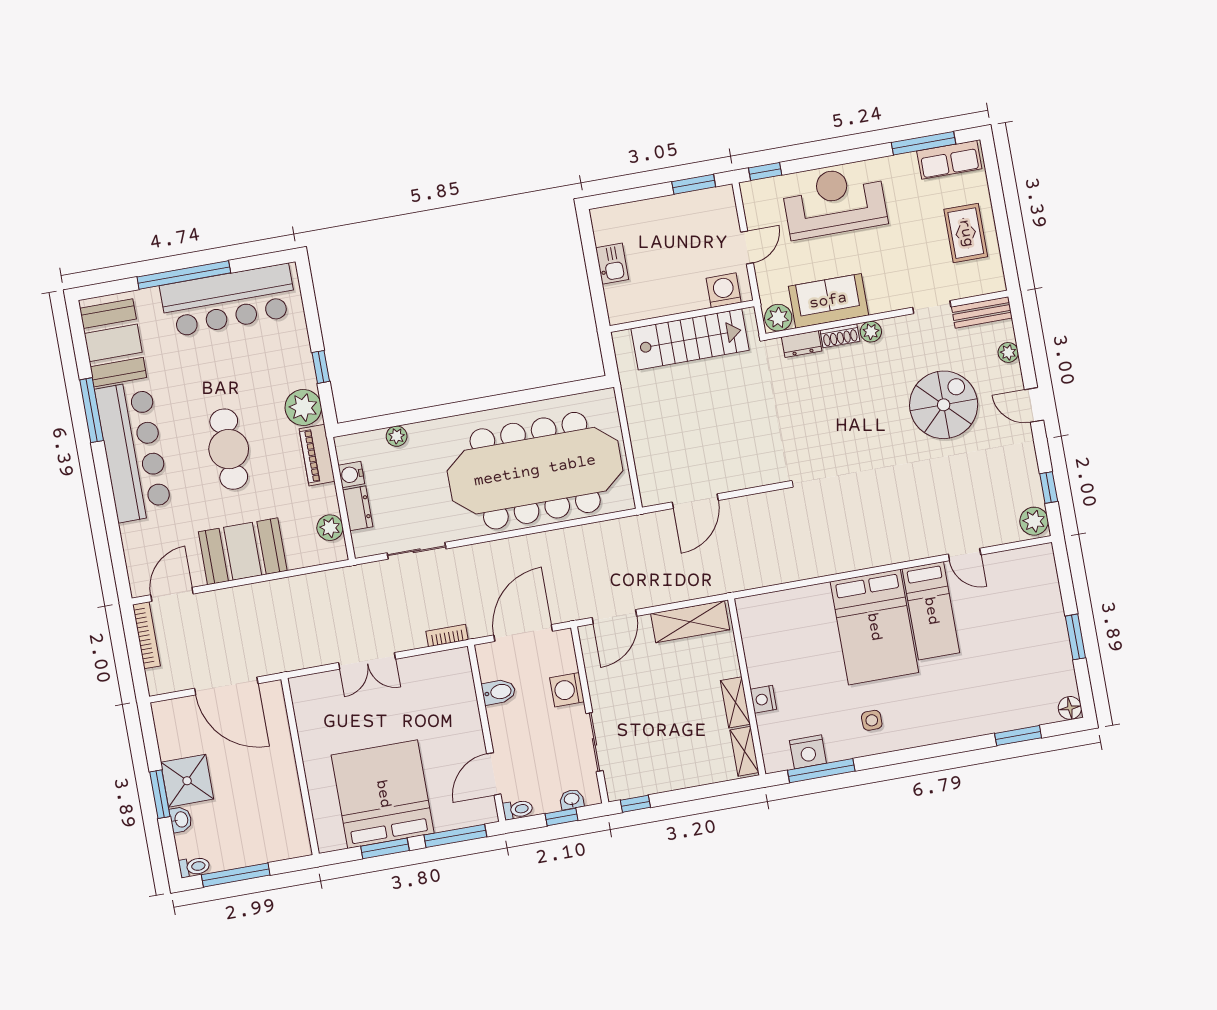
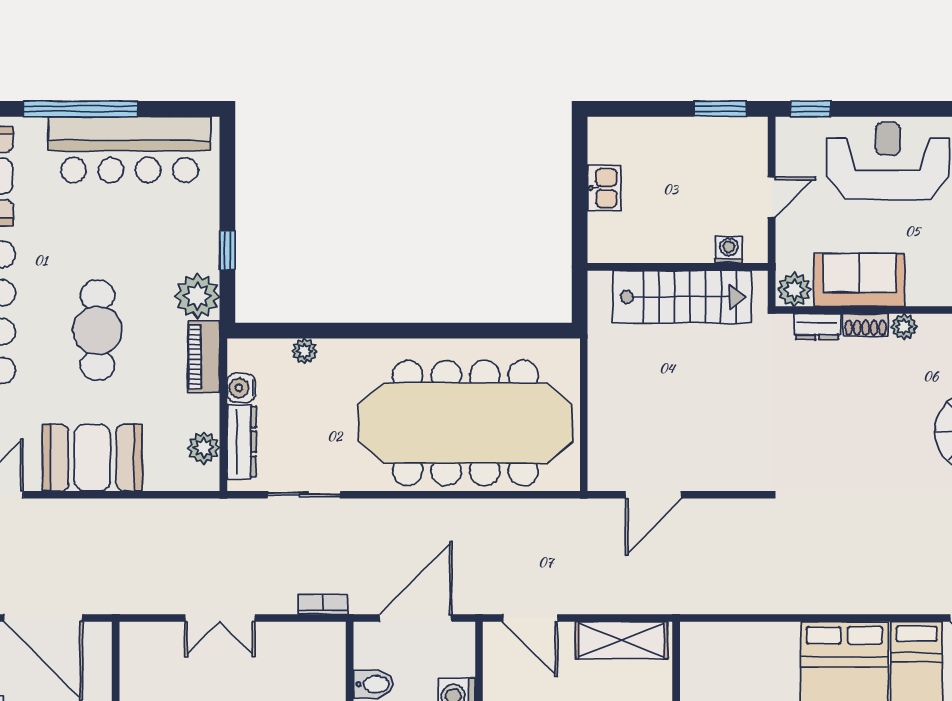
washing machine: (724, 290) -> (729, 250), width x0.73, depth x0.73
dresser: (358, 508) -> (242, 442), width x1.44
door: (614, 617) -> (530, 618), hinge flipped

